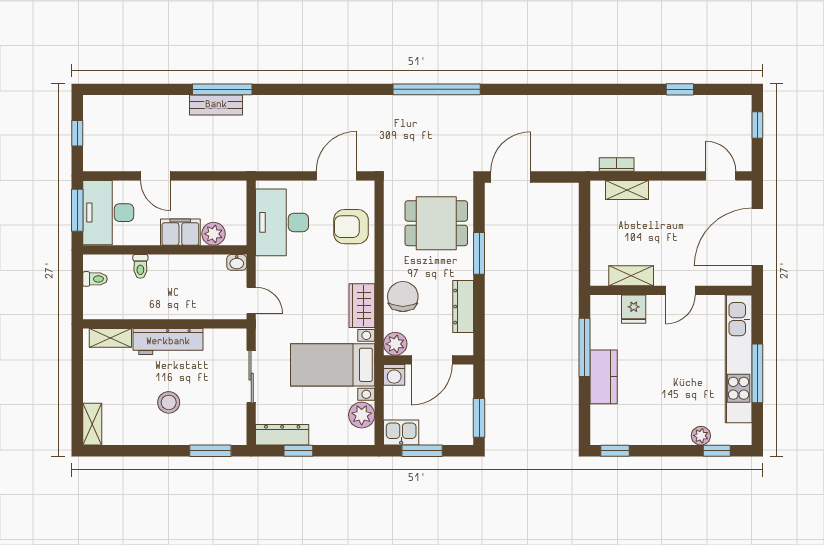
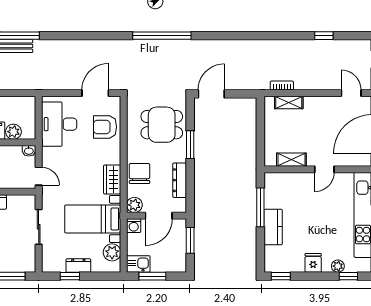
fridge: (634, 309) -> (313, 263), moved, turned 180
window: (479, 418) -> (190, 240), moved
dresser: (282, 435) -> (78, 266), moved, width x0.70

